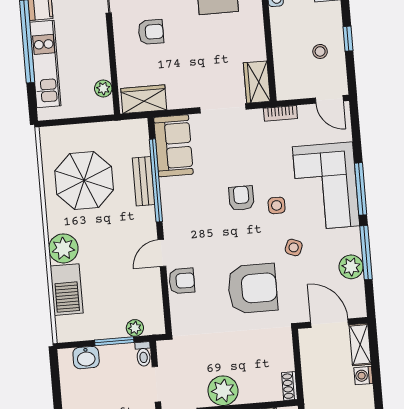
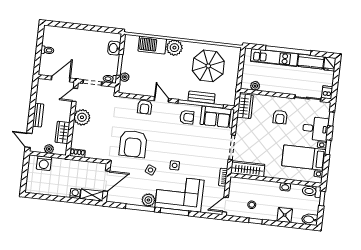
wardrobe: (257, 82) -> (248, 169), width x1.50
armchair: (241, 198) -> (187, 117), moved
plant: (351, 267) -> (148, 200), moved

